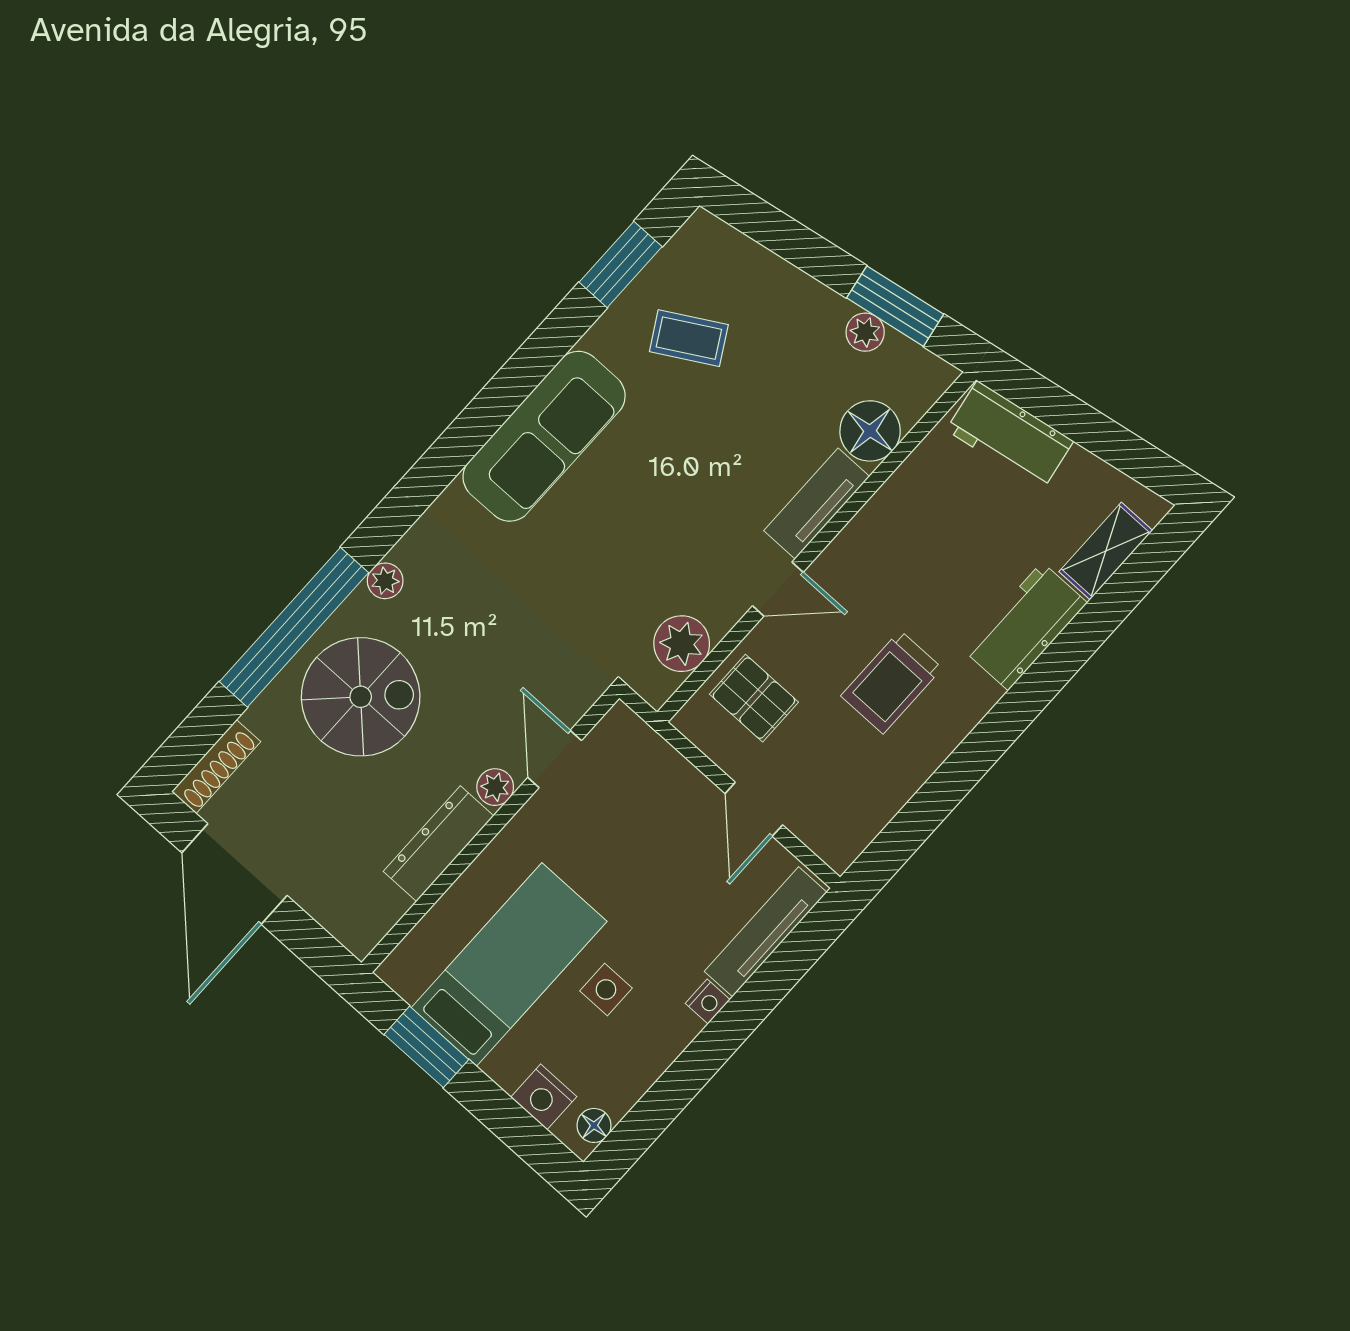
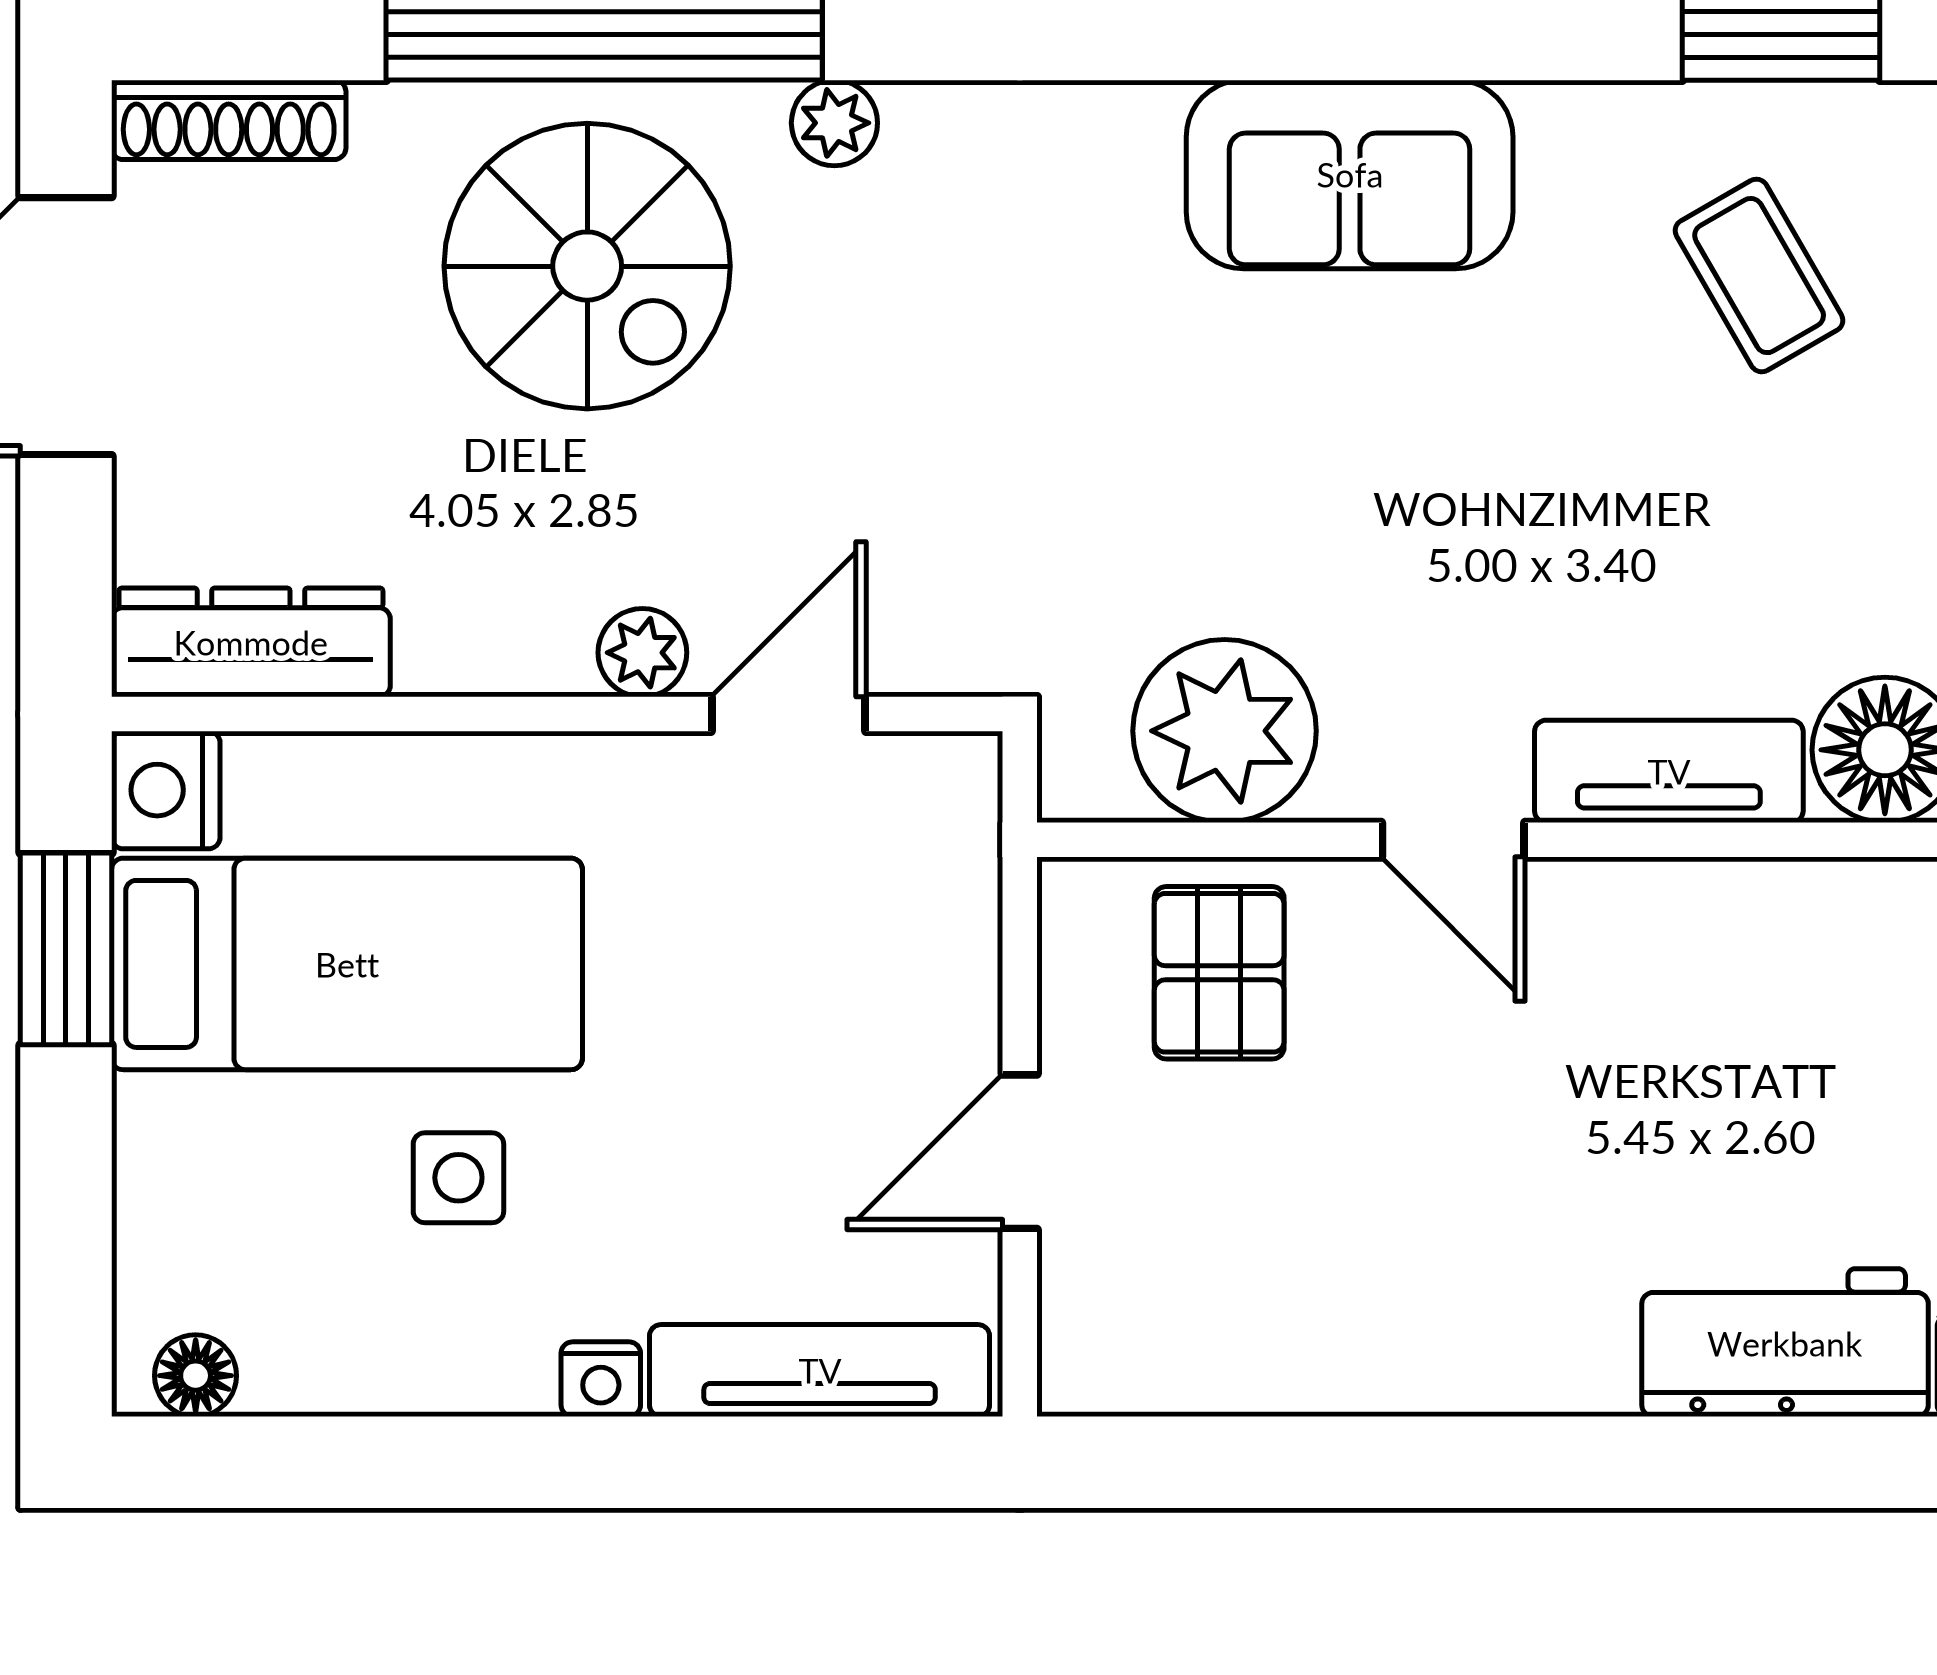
sofa: (544, 436) -> (1350, 174), width x0.73
plant: (682, 644) -> (1225, 731), width x1.36, depth x1.36
trolley: (891, 682) -> (1470, 1193), removed
dresser: (439, 844) -> (251, 642), moved
nightstand: (544, 1097) -> (166, 790), moved

